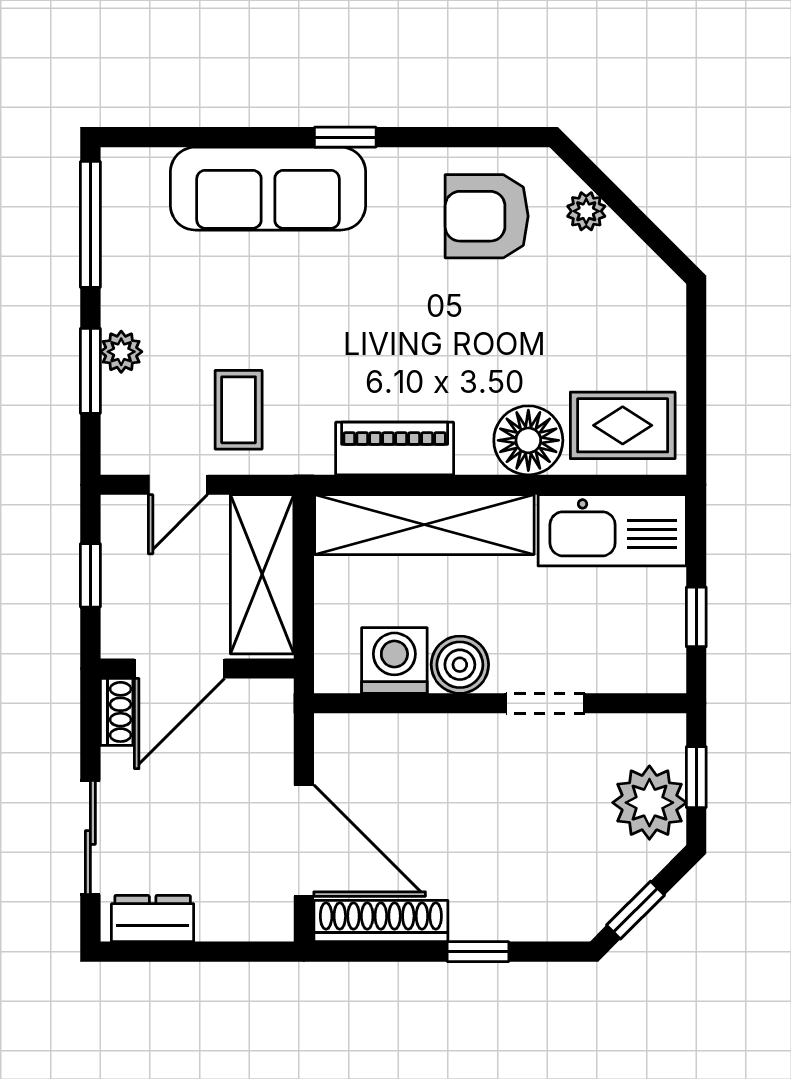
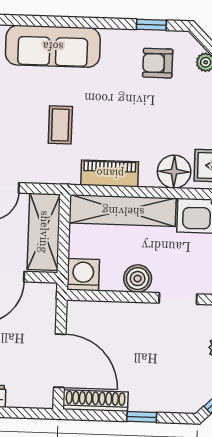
window: (345, 137) -> (151, 25), moved
armchair: (487, 216) -> (158, 63), width x0.72, depth x0.72
coffee table: (239, 410) -> (60, 125), moved
washing machine: (394, 661) -> (83, 275), moved

